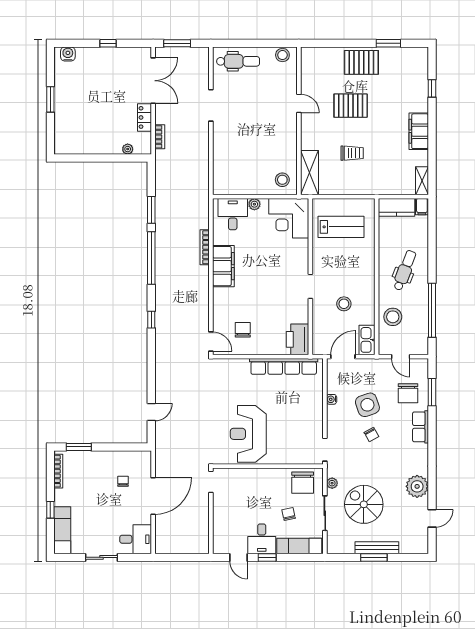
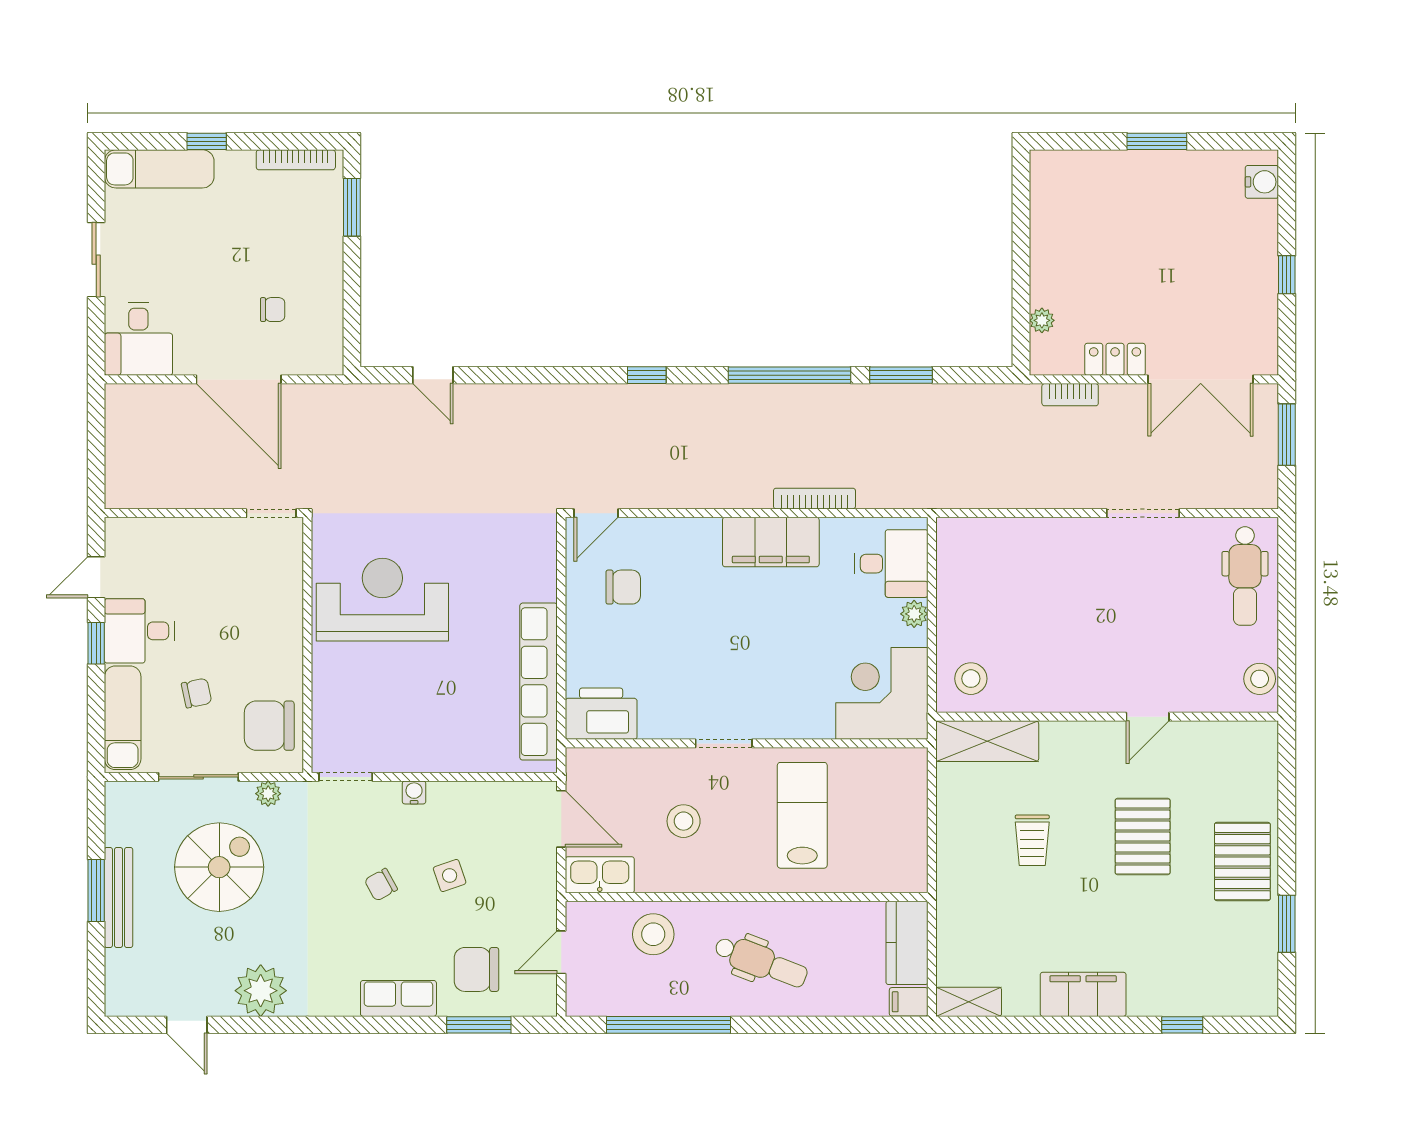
lab bench: (341, 227) -> (802, 815), moved, turned 180
water cooler: (332, 399) -> (414, 792), moved
side table: (367, 405) -> (450, 875), width x0.54, depth x0.54

